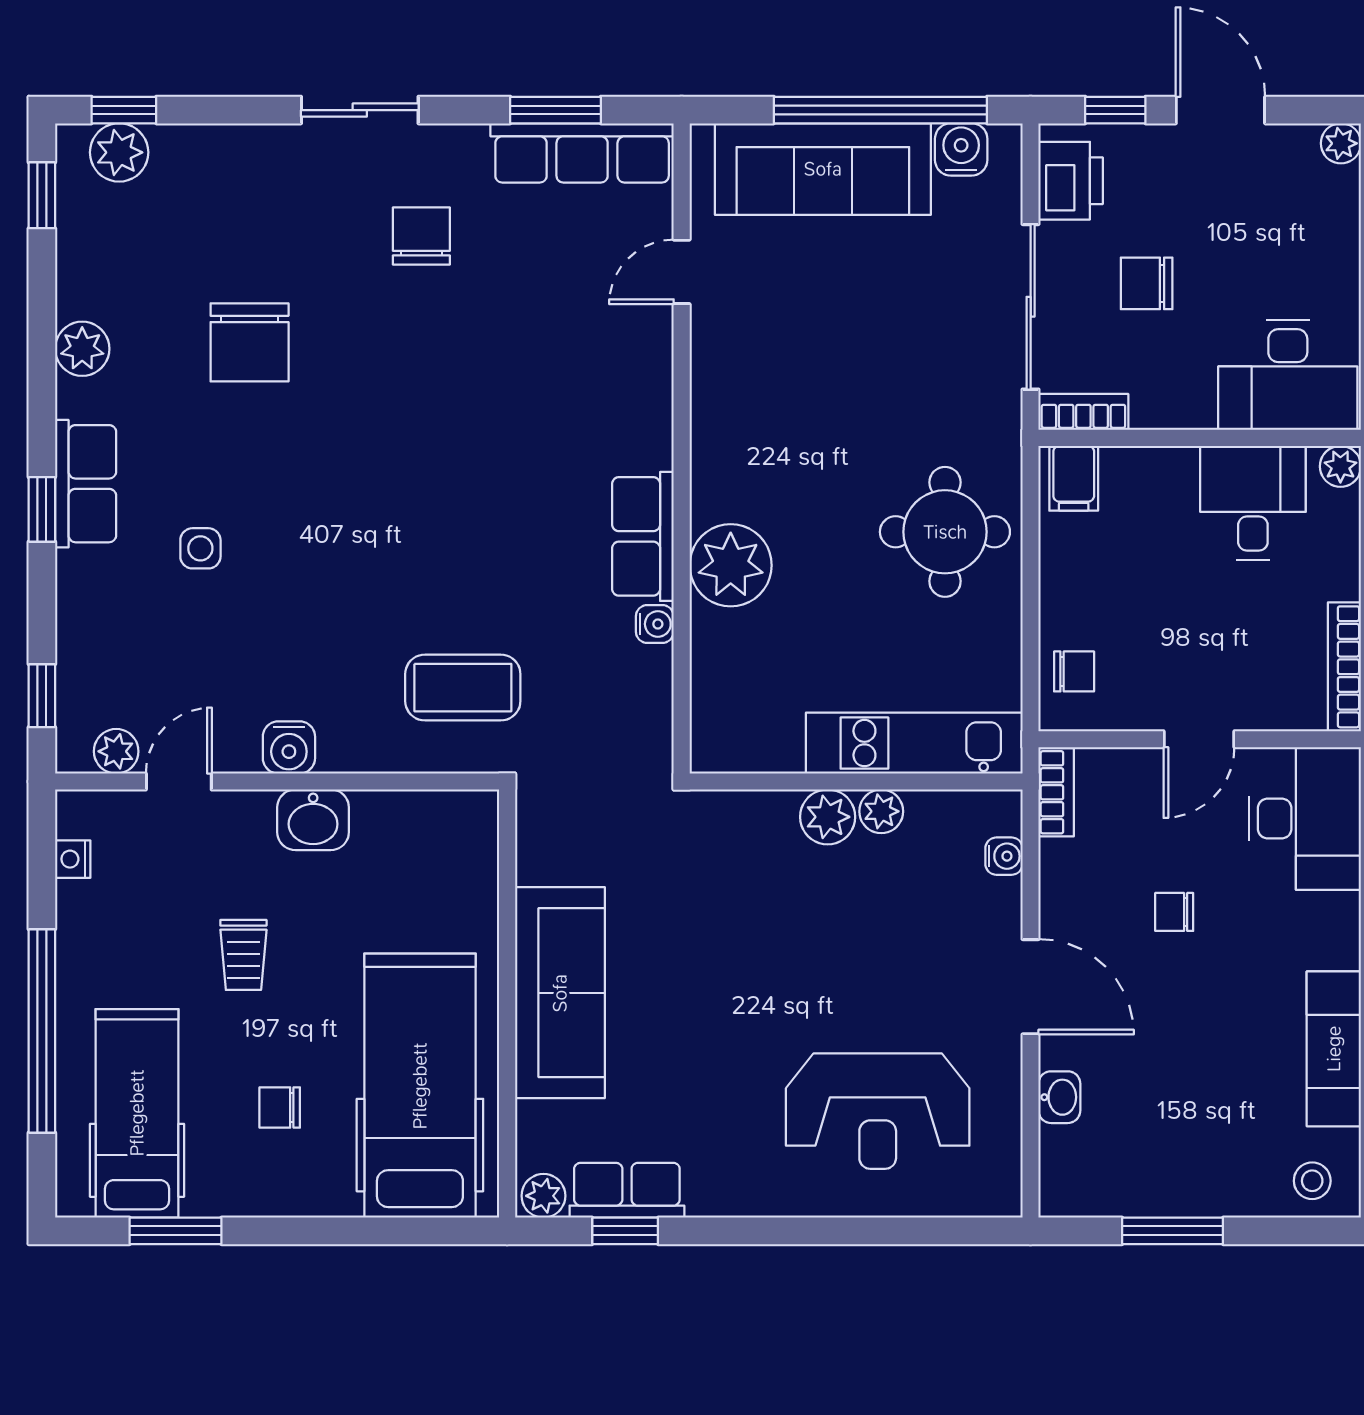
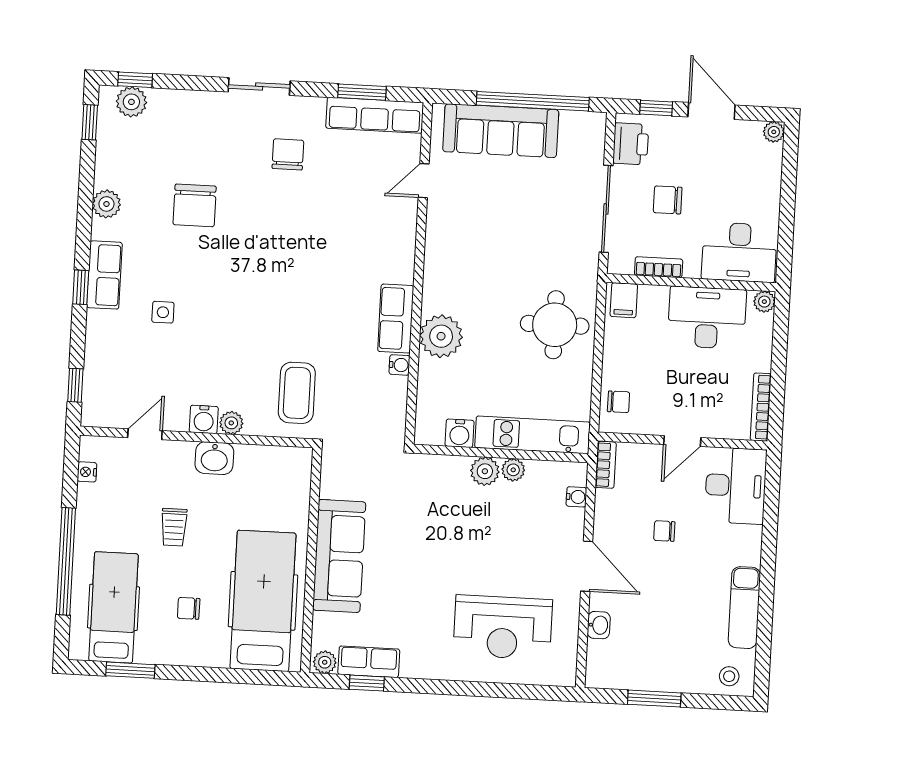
water cooler: (961, 149) -> (459, 433), moved, turned 180
bookcase: (1083, 412) -> (659, 267), moved
desk: (1253, 503) -> (707, 318), width x1.37
coffee table: (463, 688) -> (297, 393), turned 90
plant: (116, 751) -> (231, 423), moved

